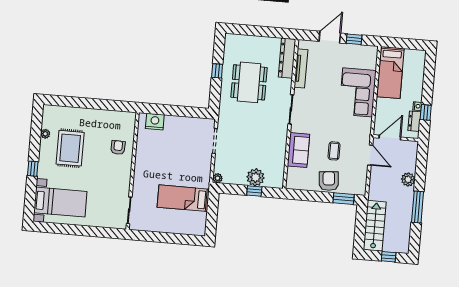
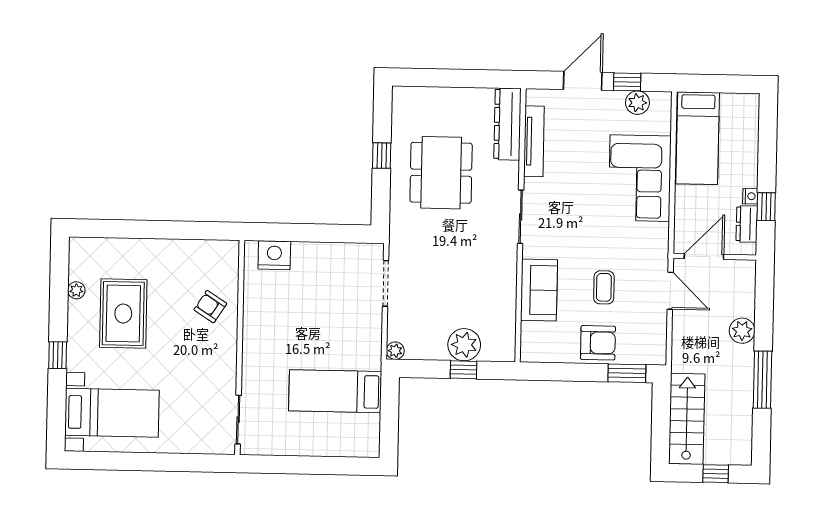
plant: (359, 51) -> (637, 103), added
armchair: (118, 147) -> (210, 307), turned -59
armchair: (329, 181) -> (598, 343), turned 95

